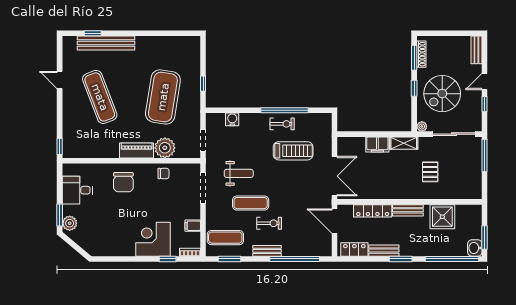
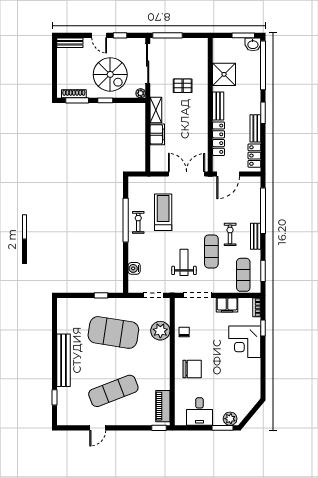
bench: (106, 43) -> (64, 360), moved
piano: (137, 150) -> (163, 406), moved
filing cabinet: (193, 226) -> (227, 305), width x2.00

